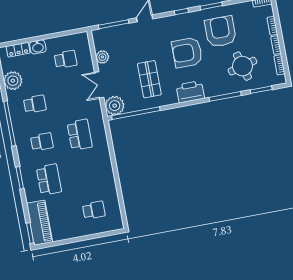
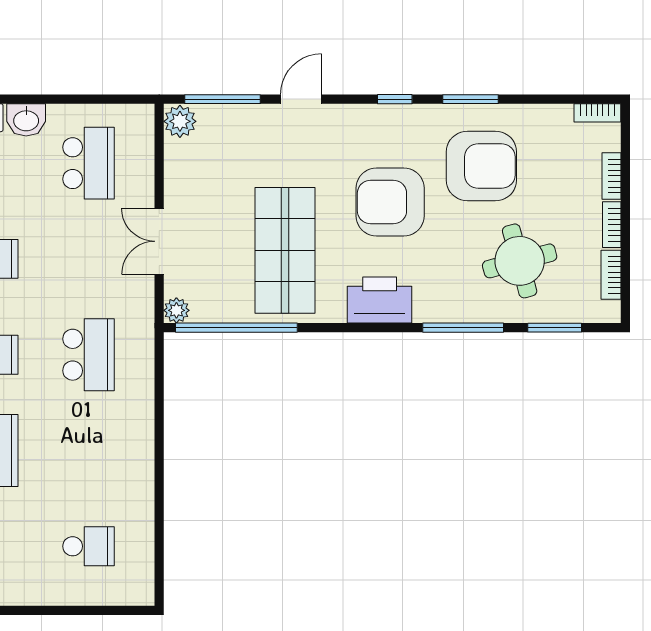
armchair: (220, 32) -> (481, 166), turned 90
plant: (102, 57) -> (180, 121), moved
school desk: (66, 59) -> (88, 163), width x1.85
shop shelf: (149, 79) -> (285, 250), width x1.43, depth x1.36
plant: (115, 106) -> (176, 310), width x0.53, depth x0.53

